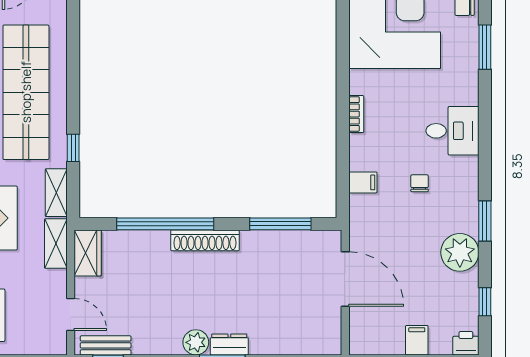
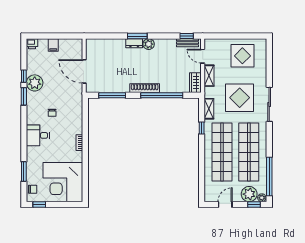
filing cabinet: (363, 182) -> (77, 113), removed
shelving: (56, 244) -> (209, 76), moved
window: (485, 302) -> (24, 76), moved

